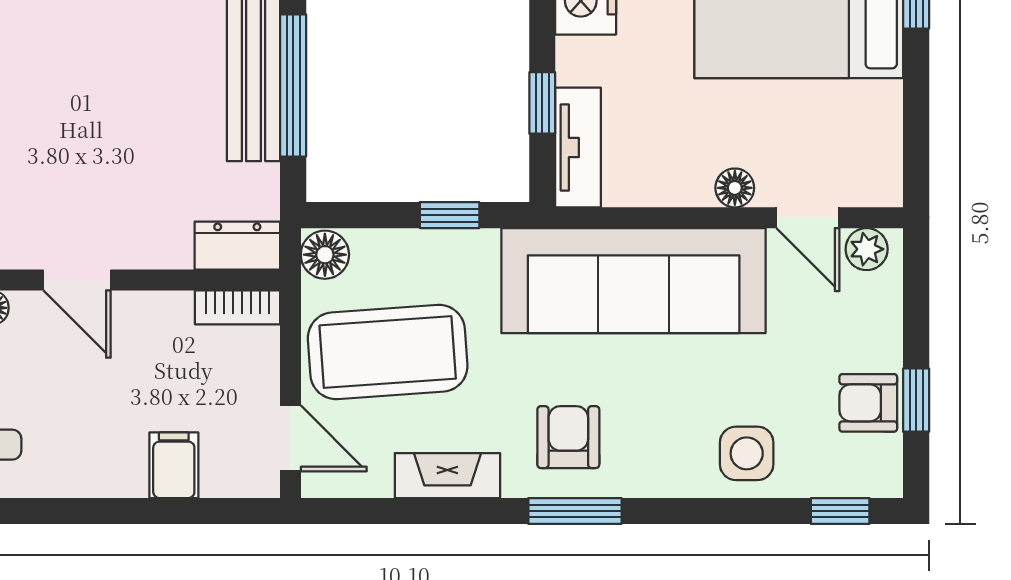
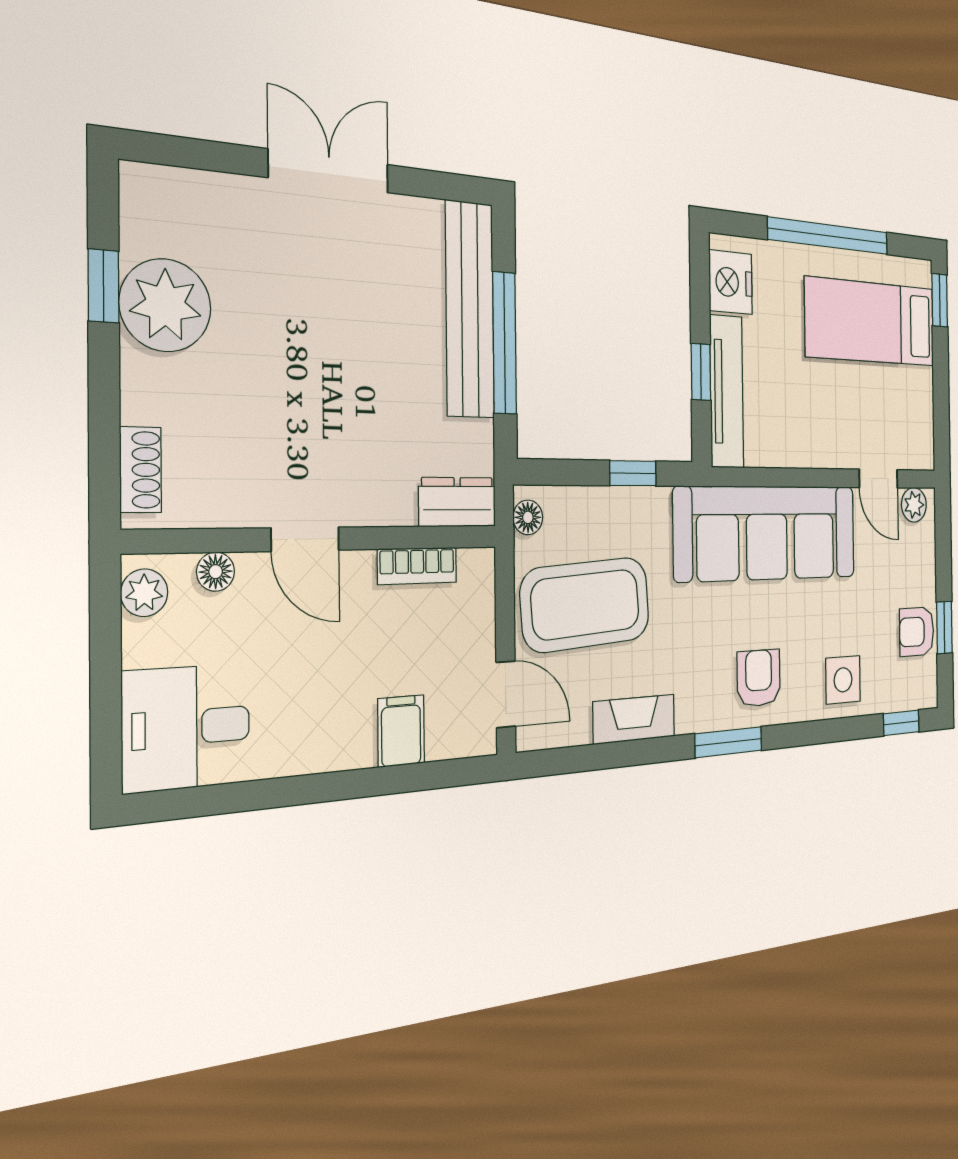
tv unit: (578, 147) -> (727, 392), width x1.41
floor lamp: (735, 188) -> (832, 453), removed
floor lamp: (325, 255) -> (528, 517), width x0.73, depth x0.73
bookcase: (237, 307) -> (417, 566), moved
armchair: (568, 437) -> (759, 678), moved

